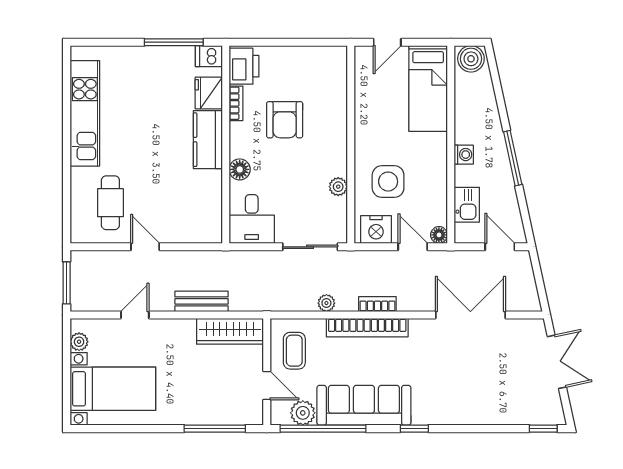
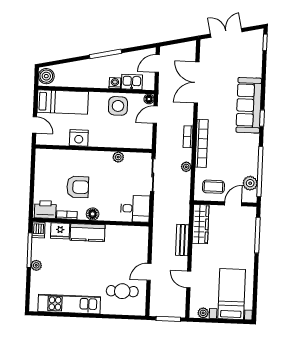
plant: (148, 55) -> (36, 265), added
washing machine: (464, 155) -> (115, 83), moved
floor lamp: (240, 169) -> (93, 214), moved
side table: (388, 182) -> (118, 106), moved
nightstand: (376, 229) -> (79, 138), moved, turned 90
sofa: (364, 405) -> (249, 105), moved

